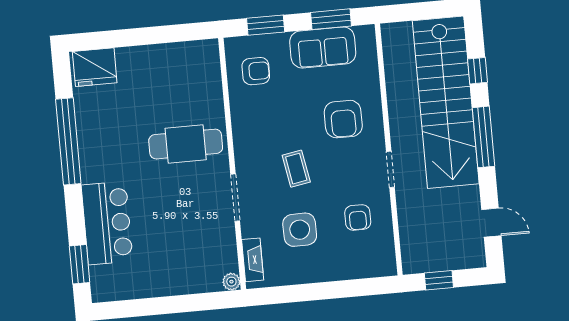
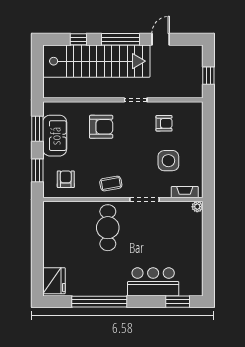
coffee table: (296, 169) -> (111, 184), moved
door: (491, 223) -> (161, 39), moved

